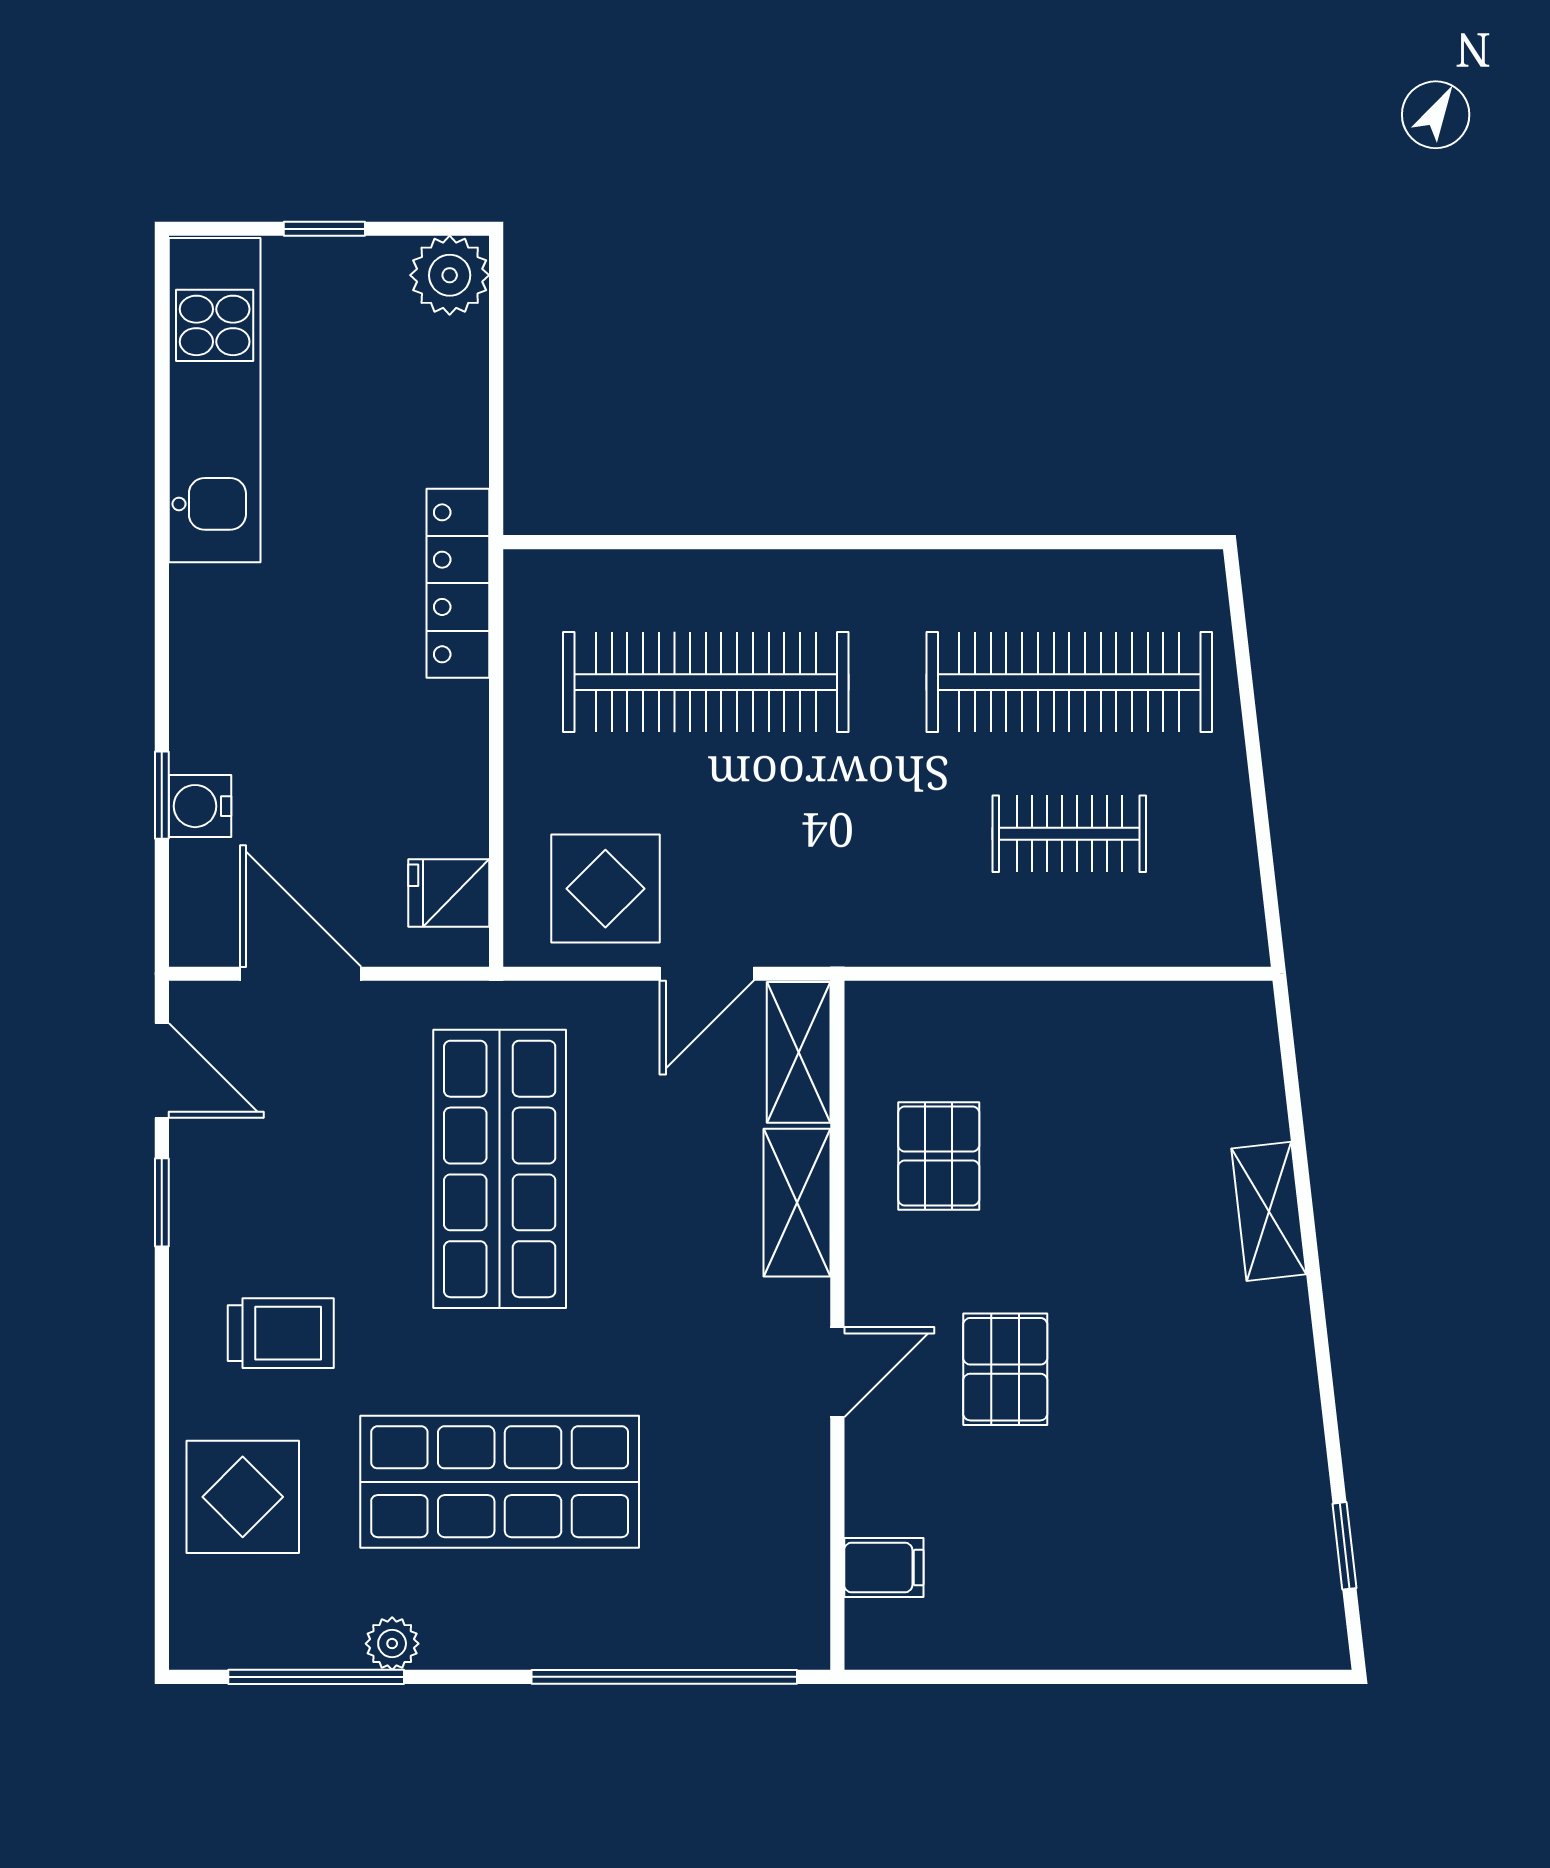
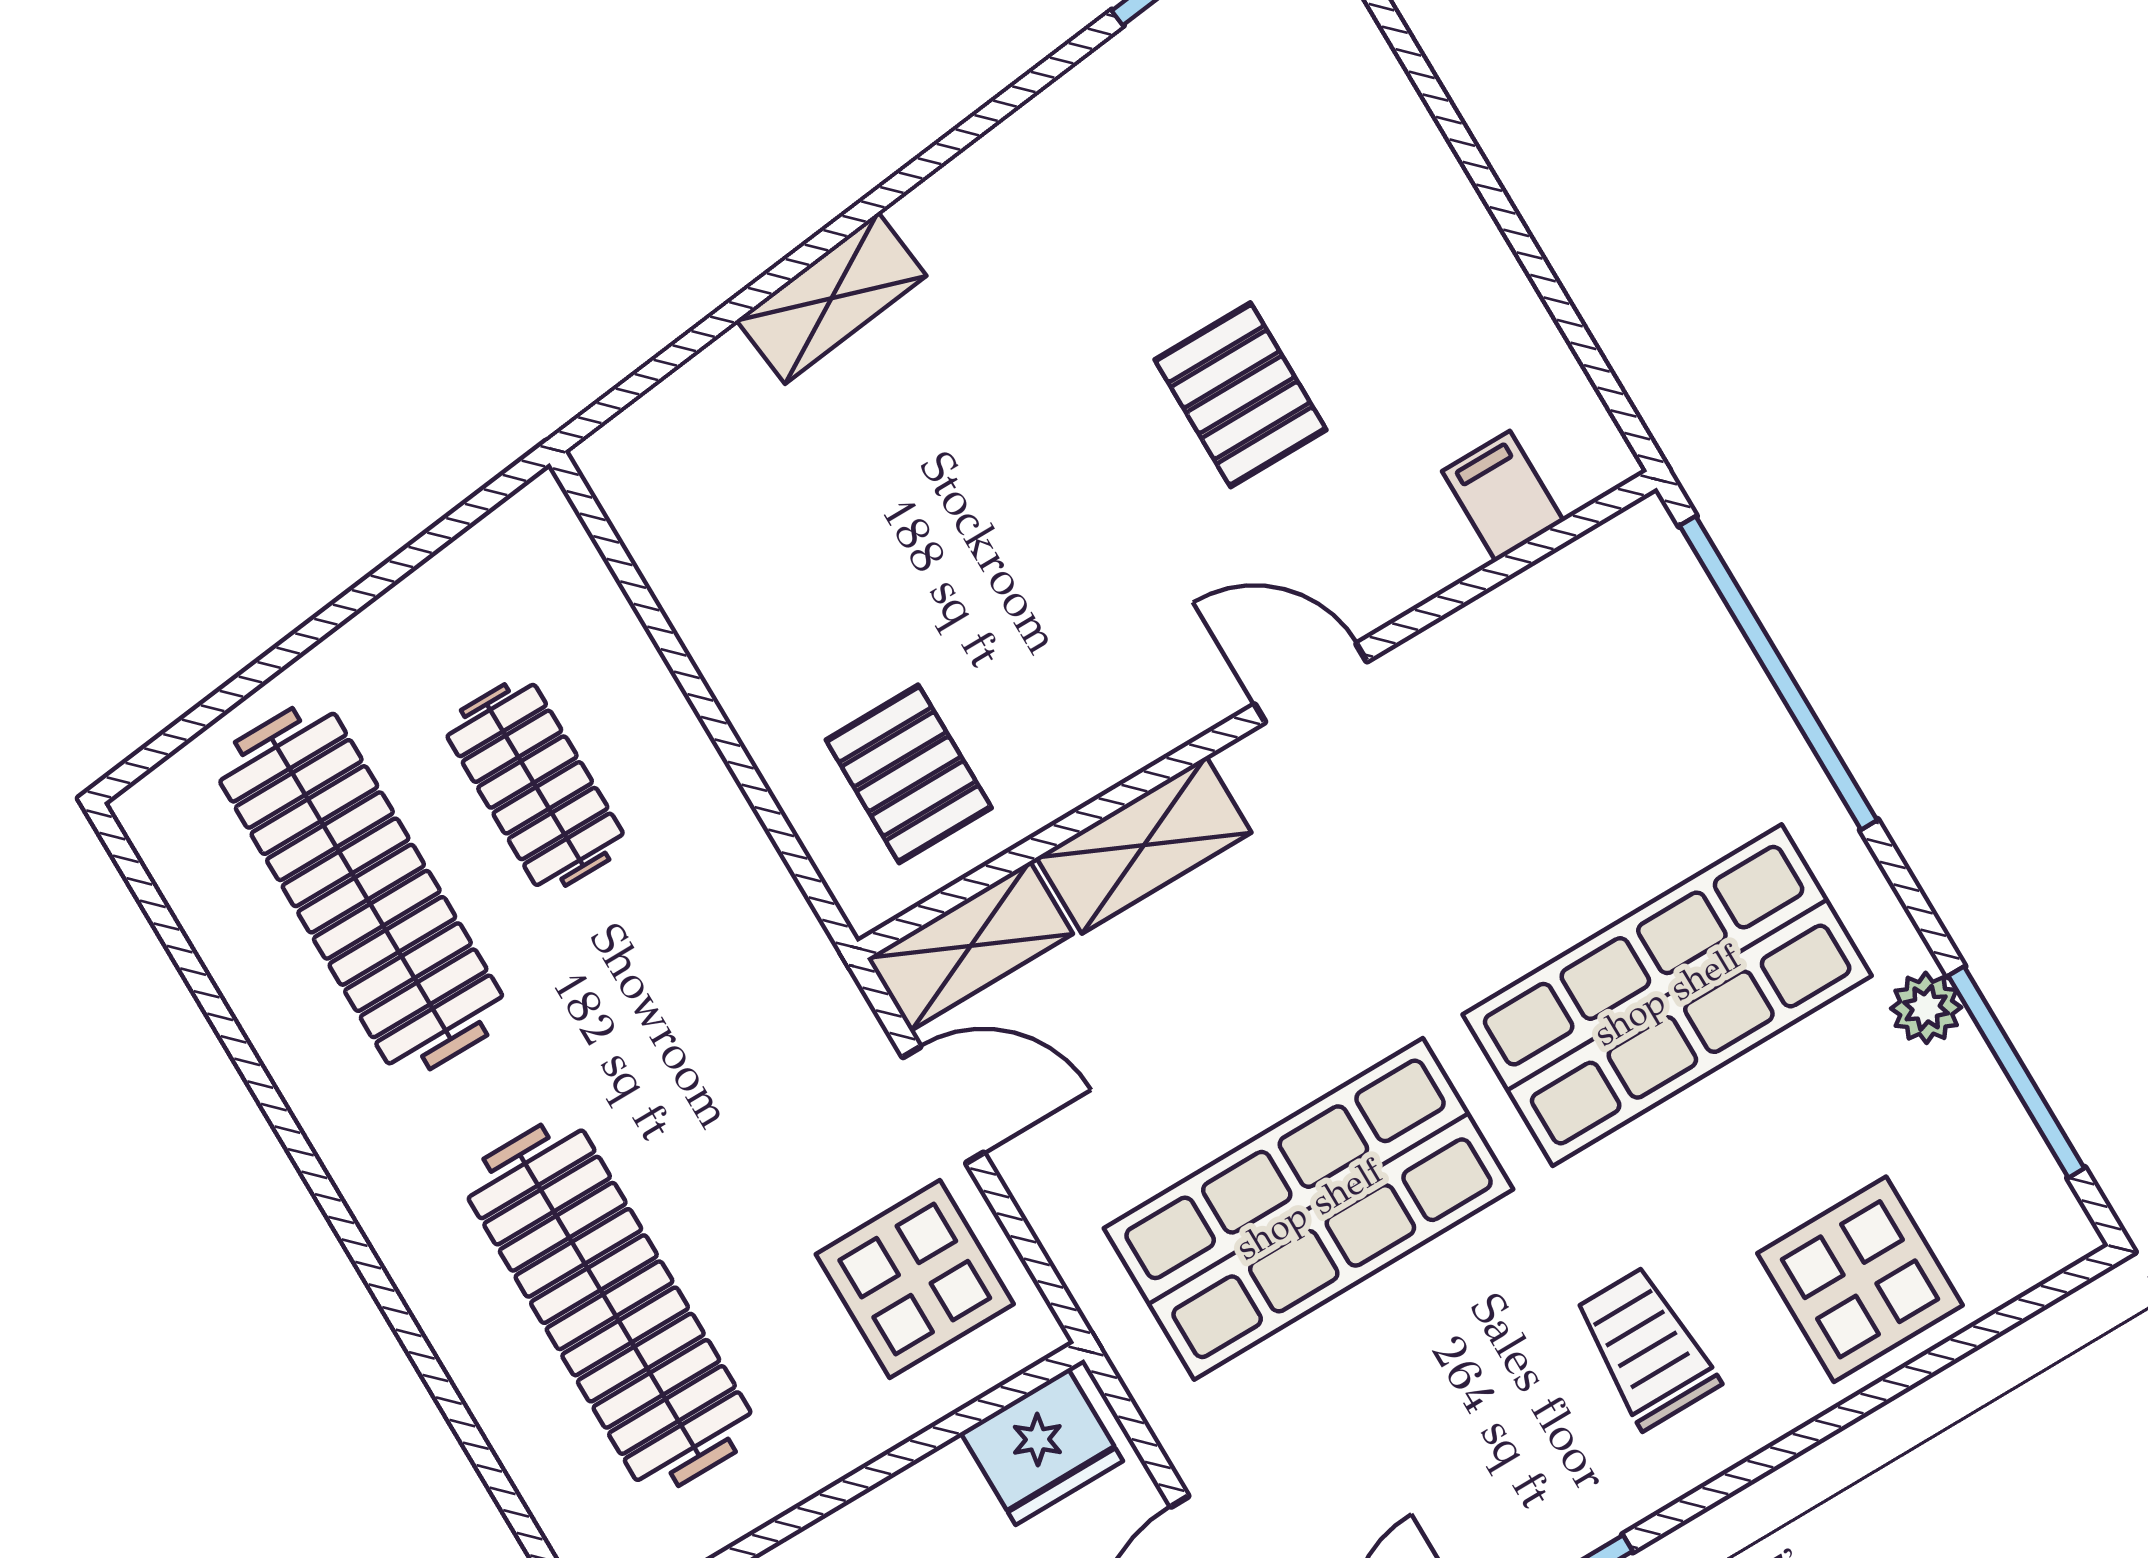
fridge: (449, 893) -> (1042, 1447), width x1.38
pallet: (939, 1156) -> (909, 774), moved, turned 90
pallet: (1005, 1369) -> (1240, 395), moved, turned 90
shop shelf: (500, 1482) -> (1667, 995), turned 90

